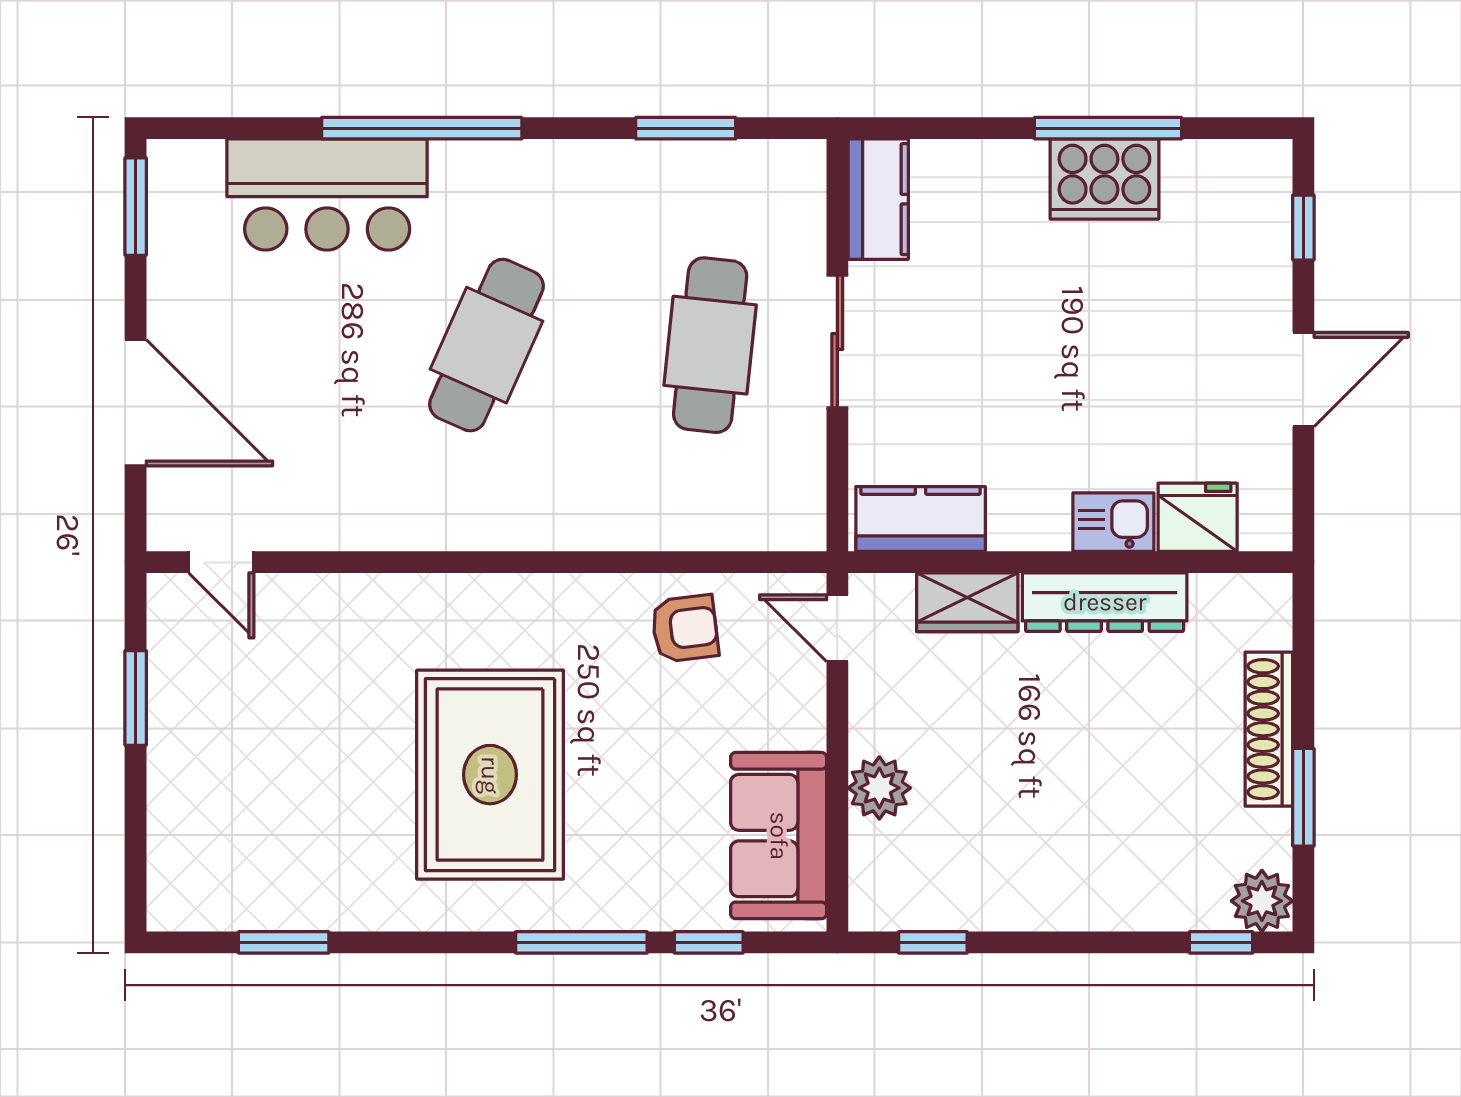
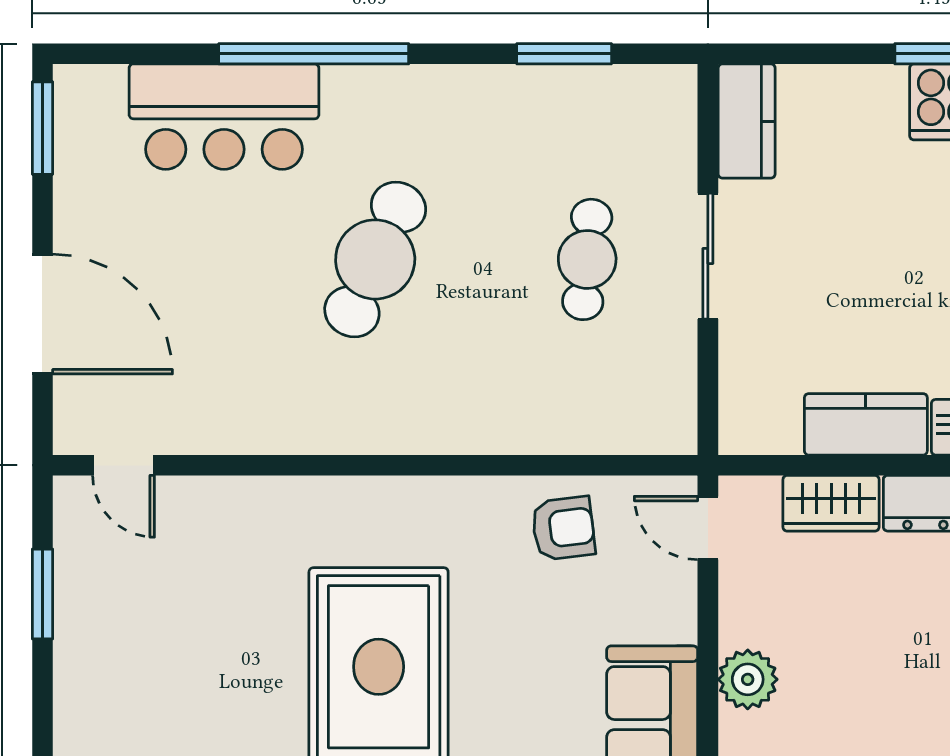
cafe table: (710, 345) -> (587, 259), width x0.73, depth x0.74
kitchen counter: (921, 519) -> (866, 424), moved

